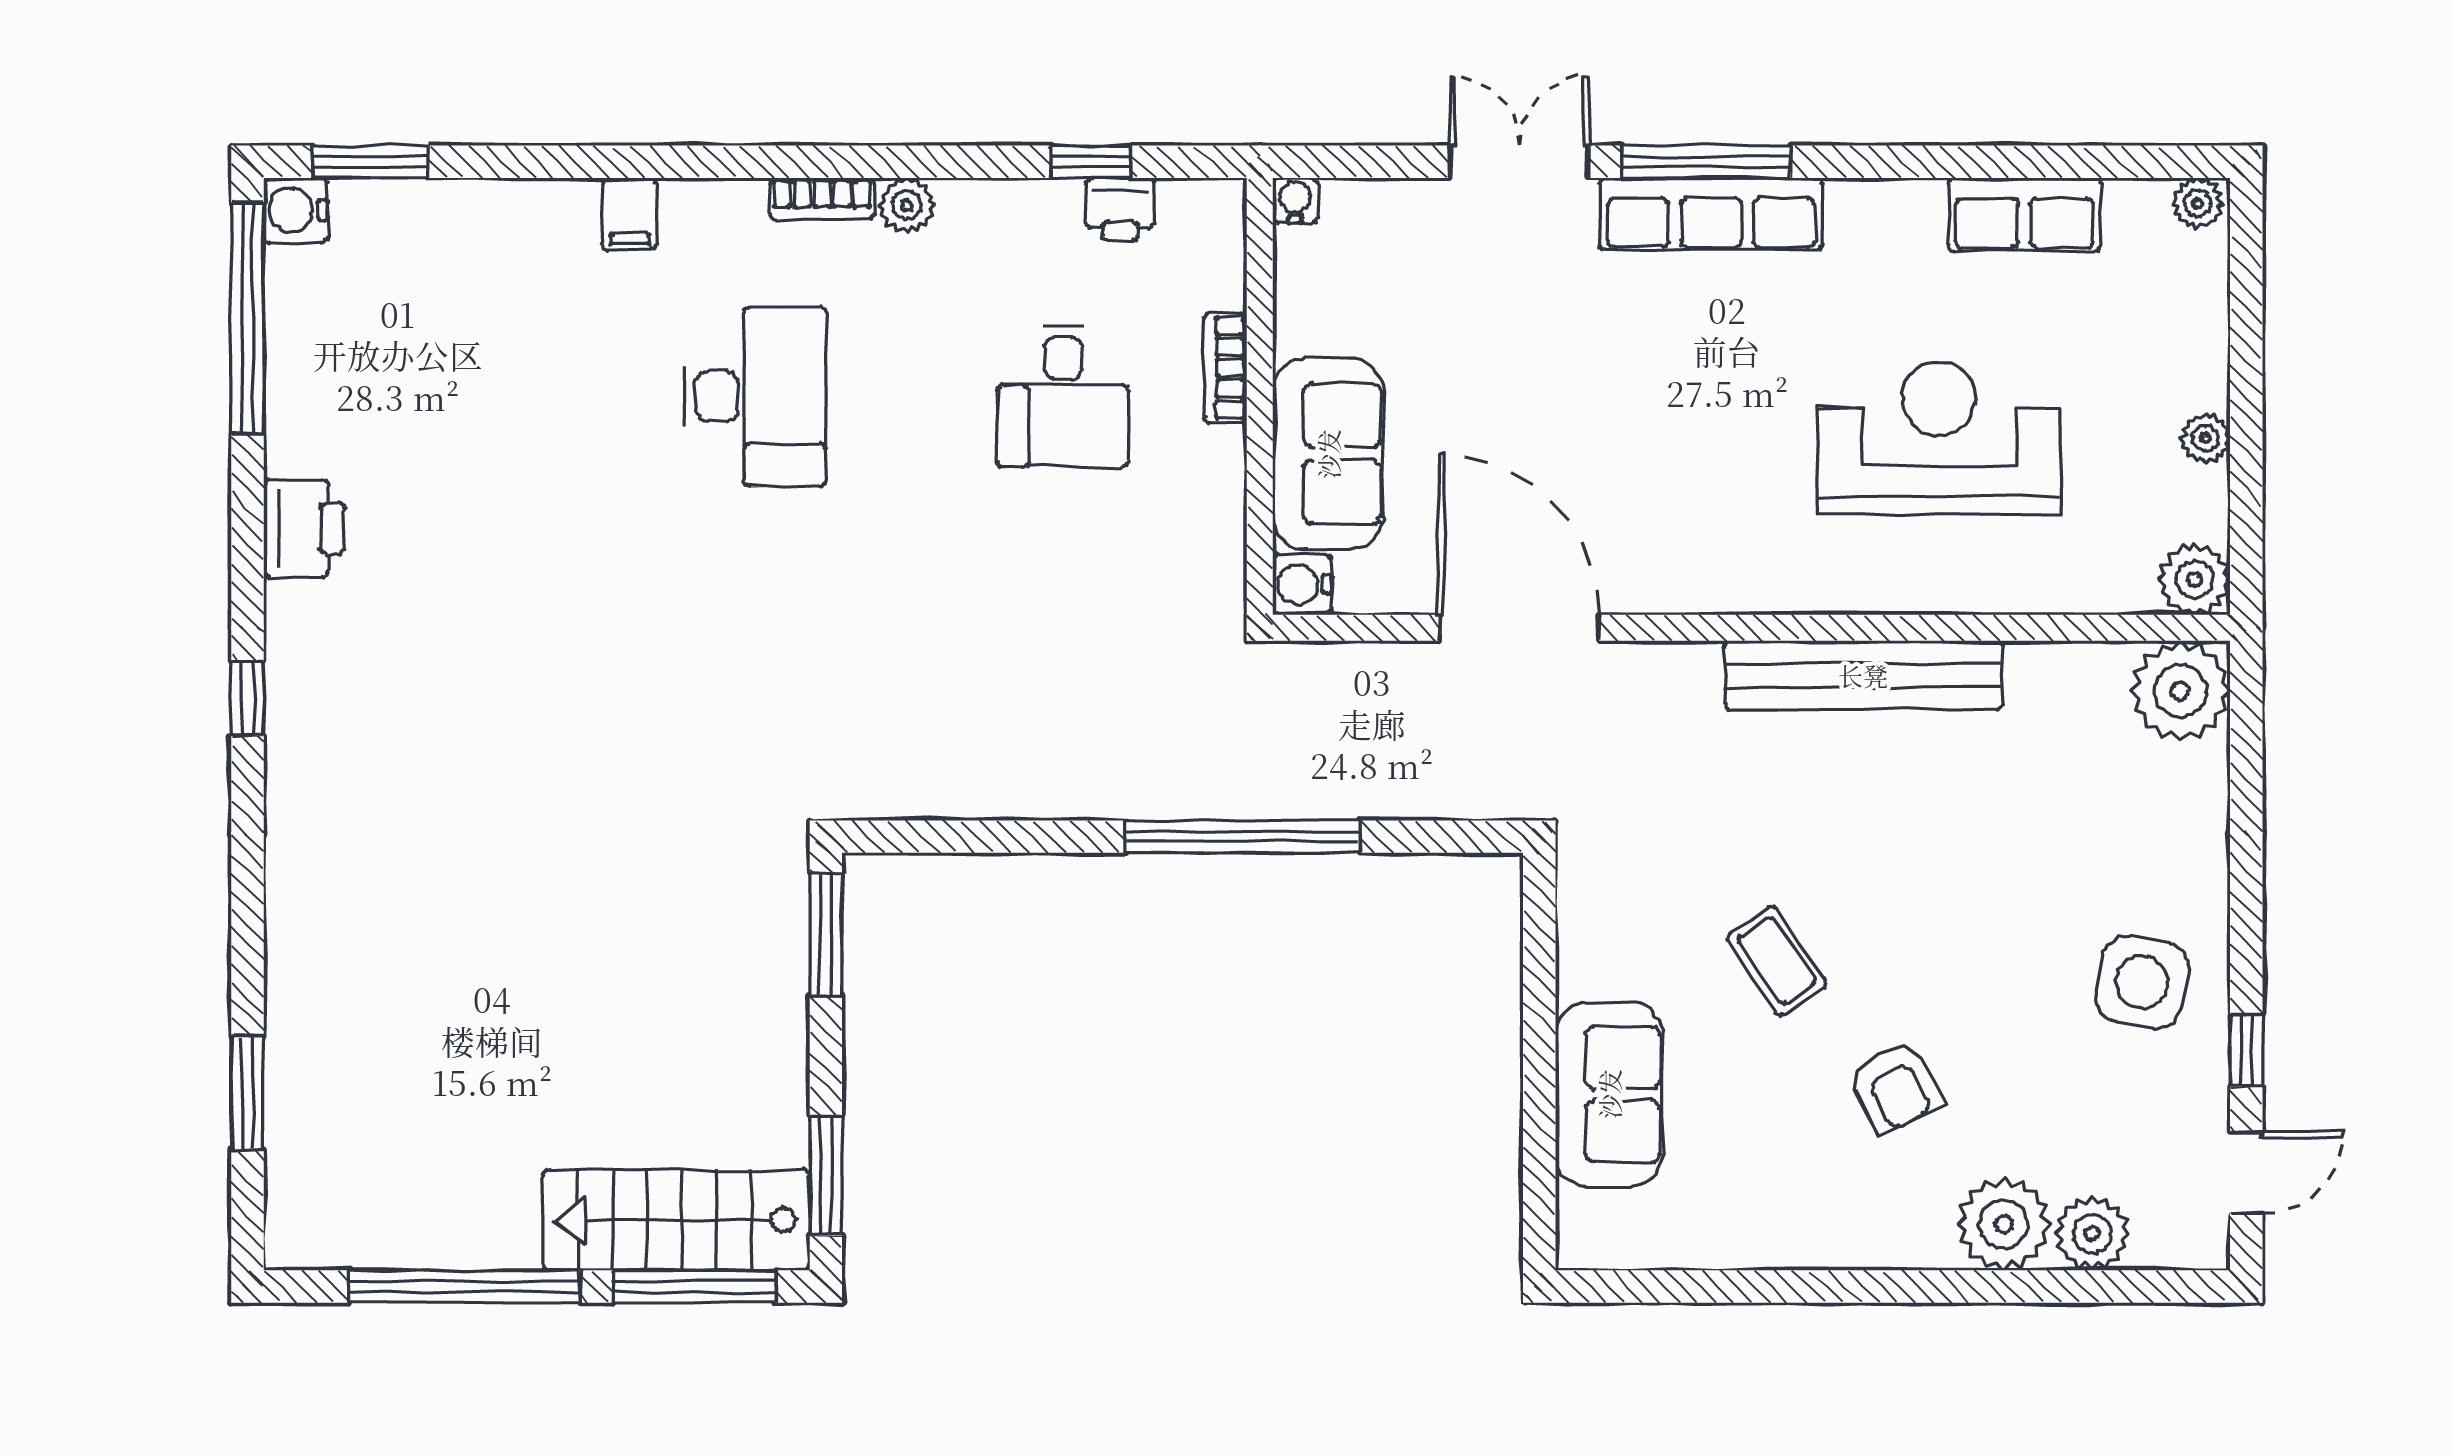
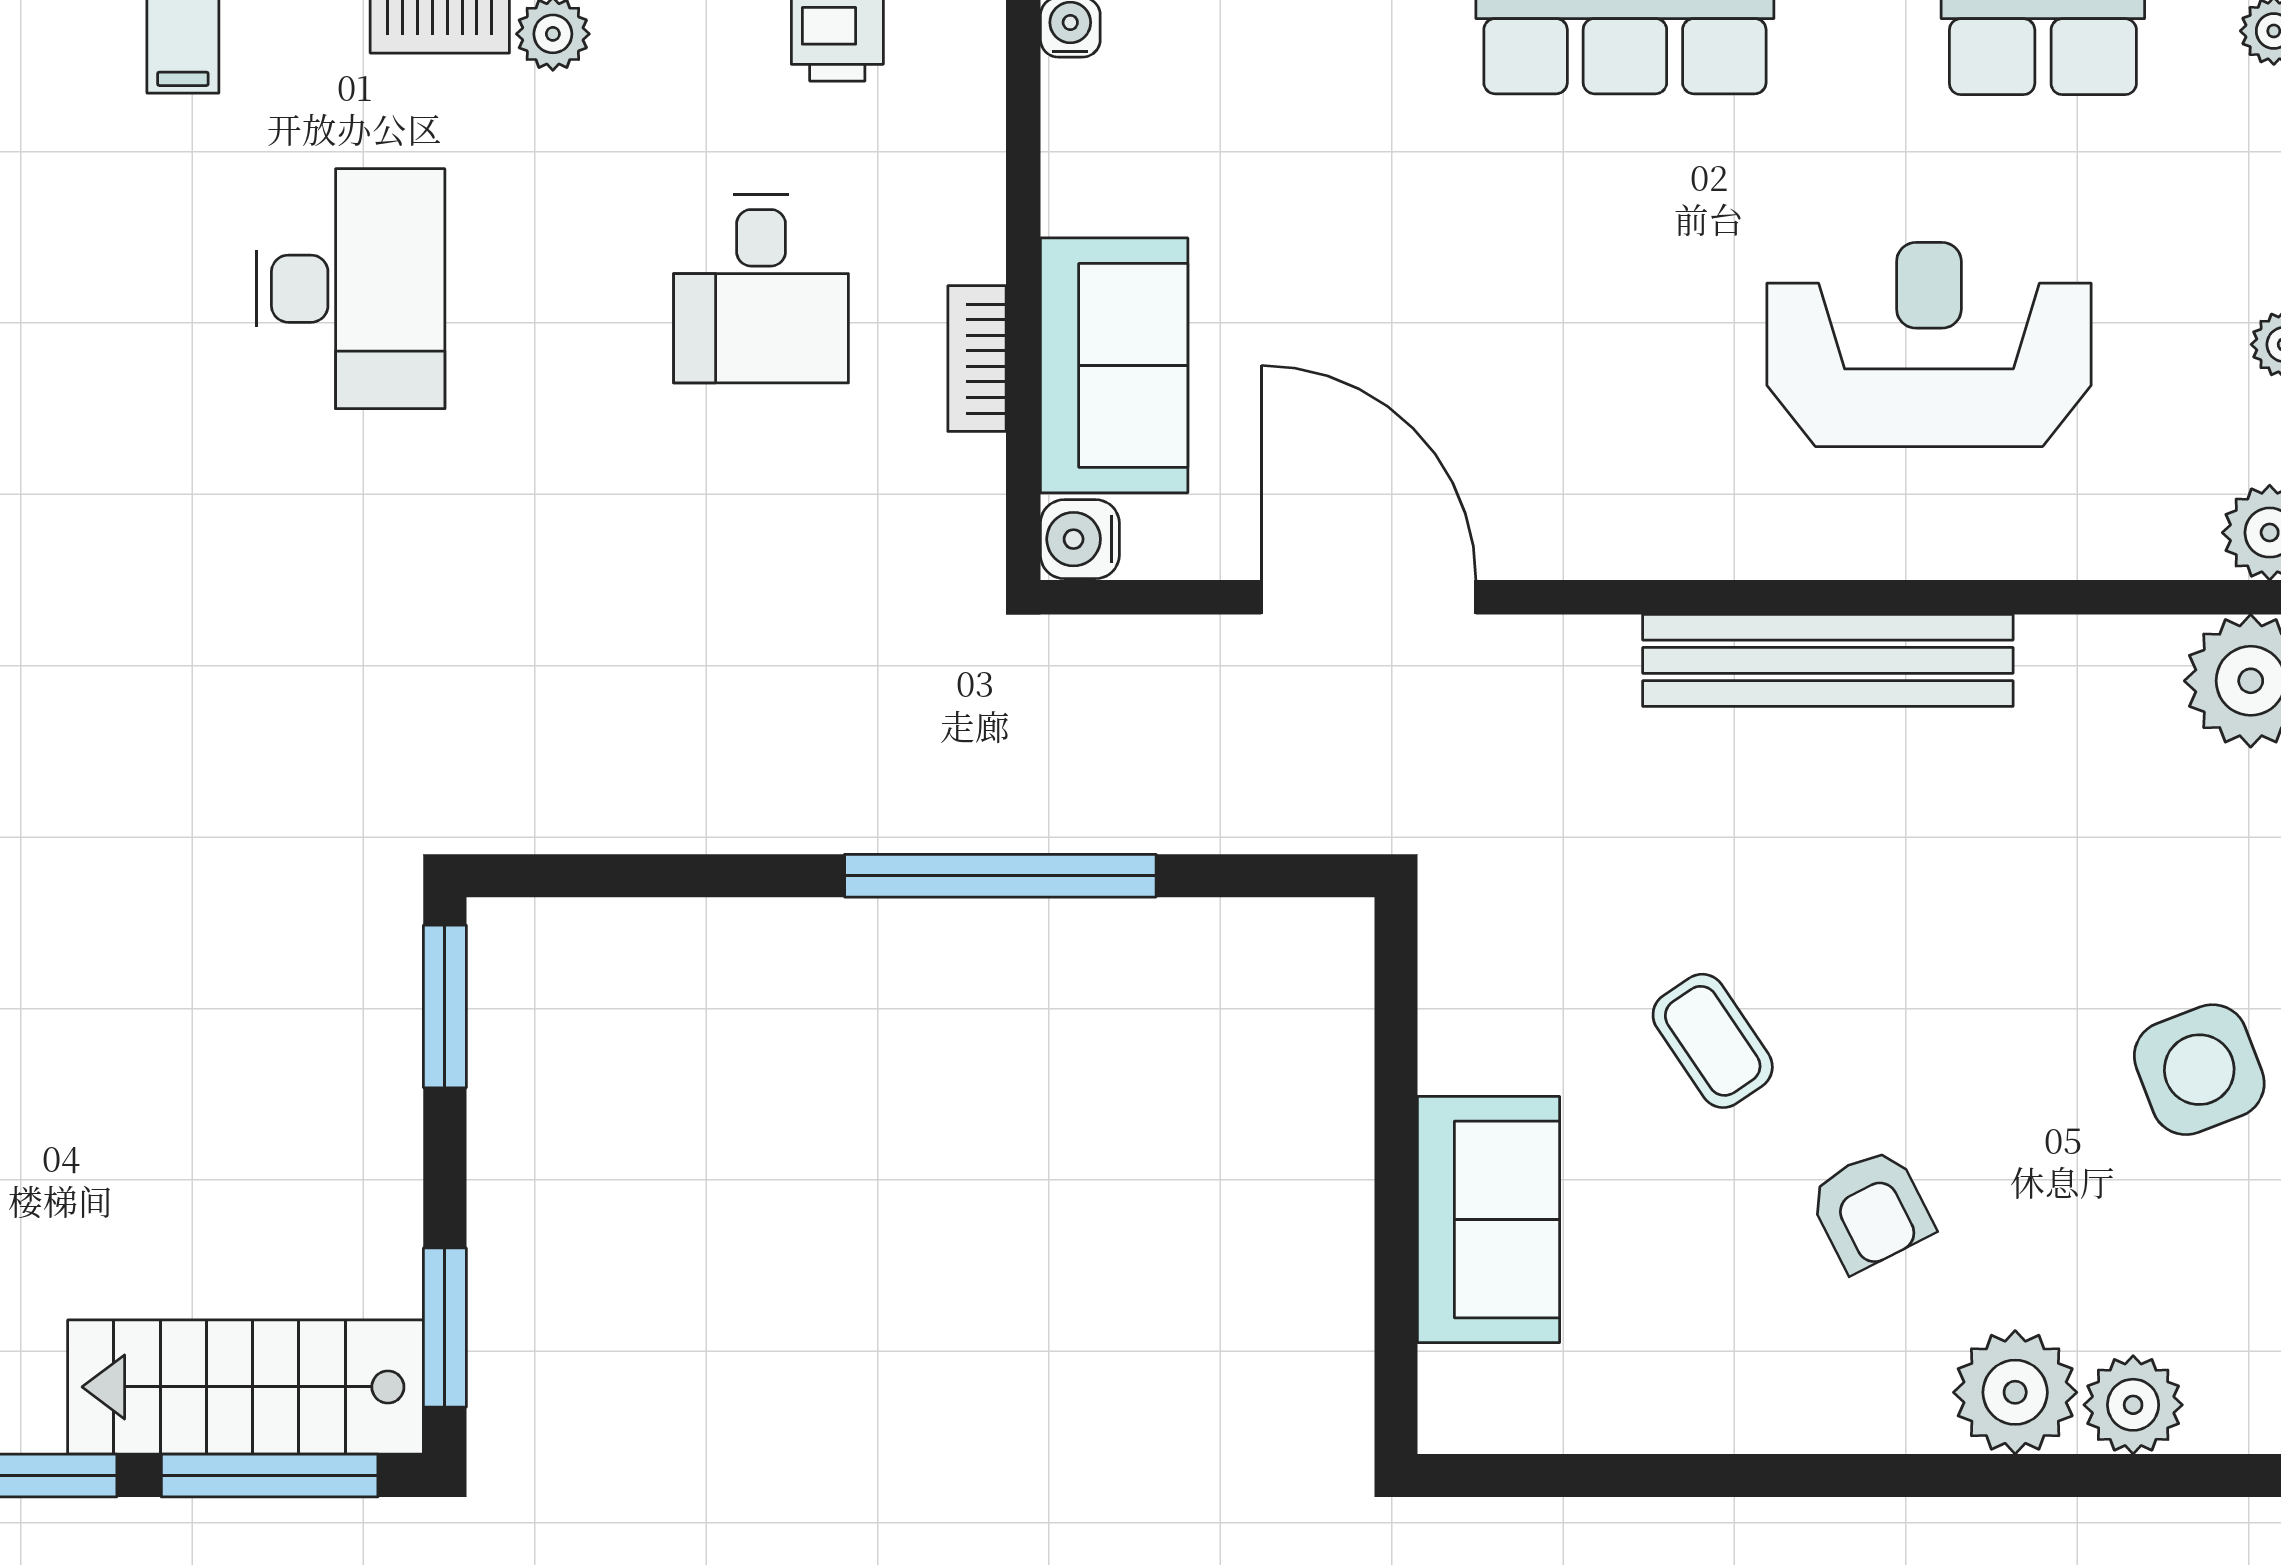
bookcase: (1225, 368) -> (977, 359), moved
side table: (2142, 982) -> (2199, 1070), turned -32

